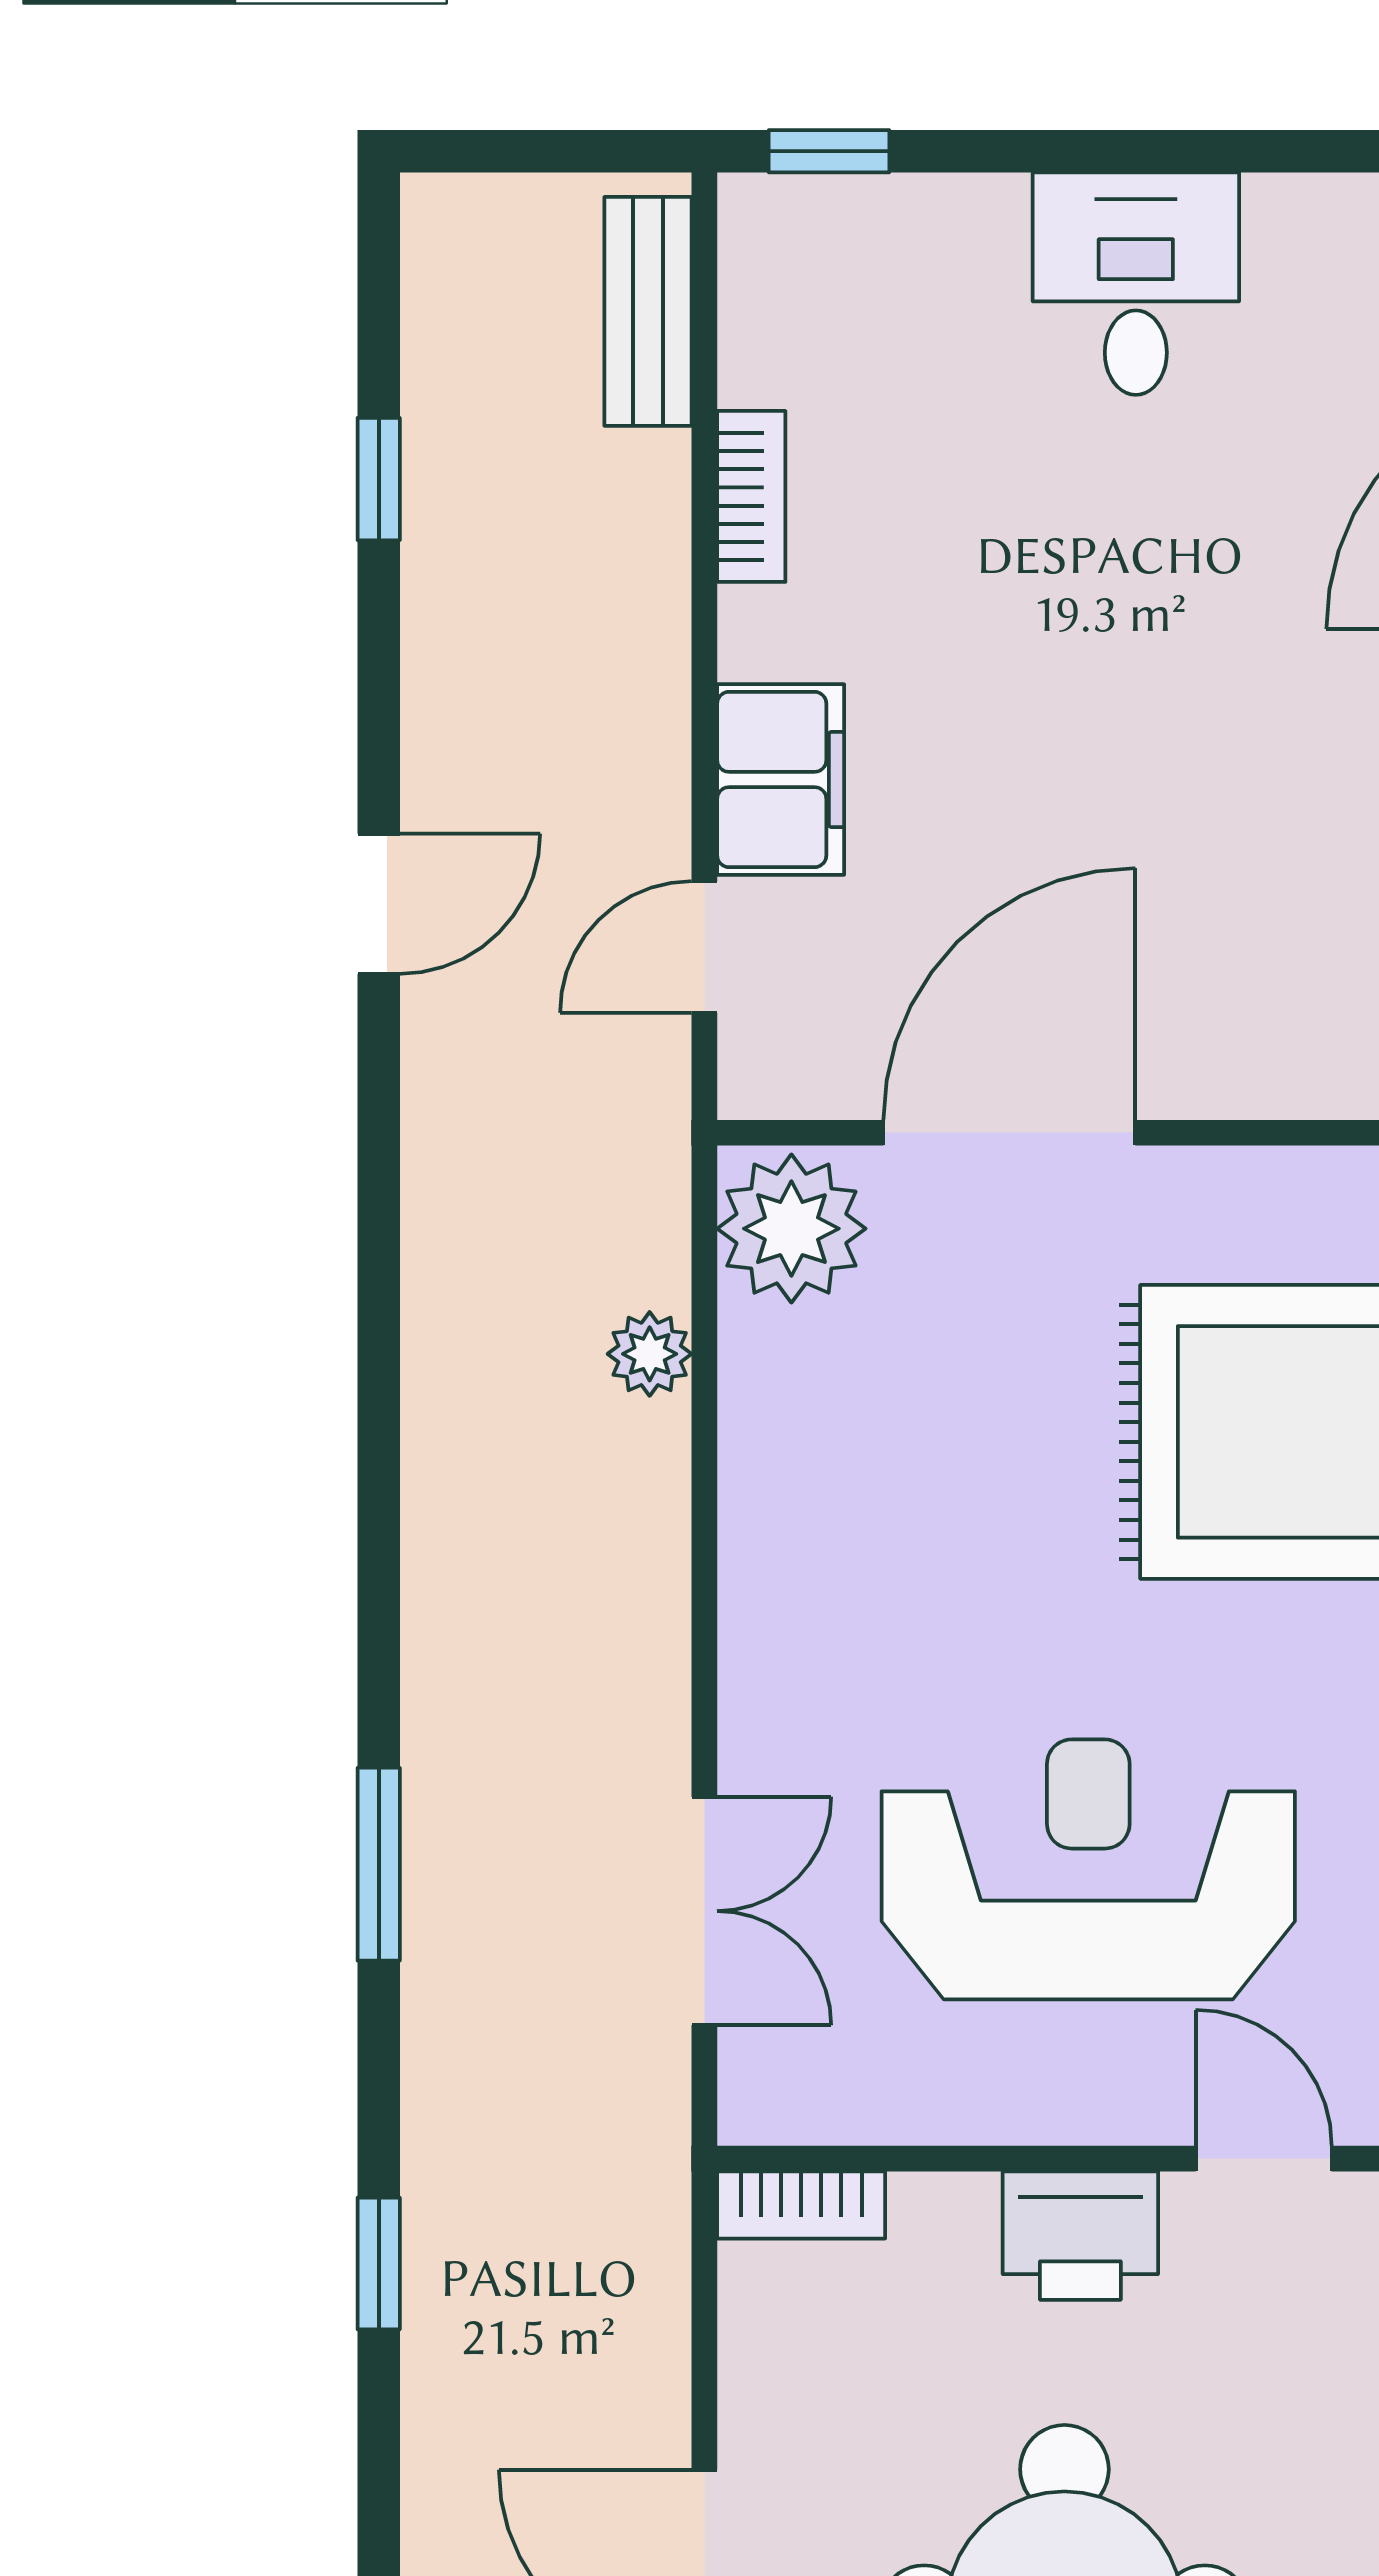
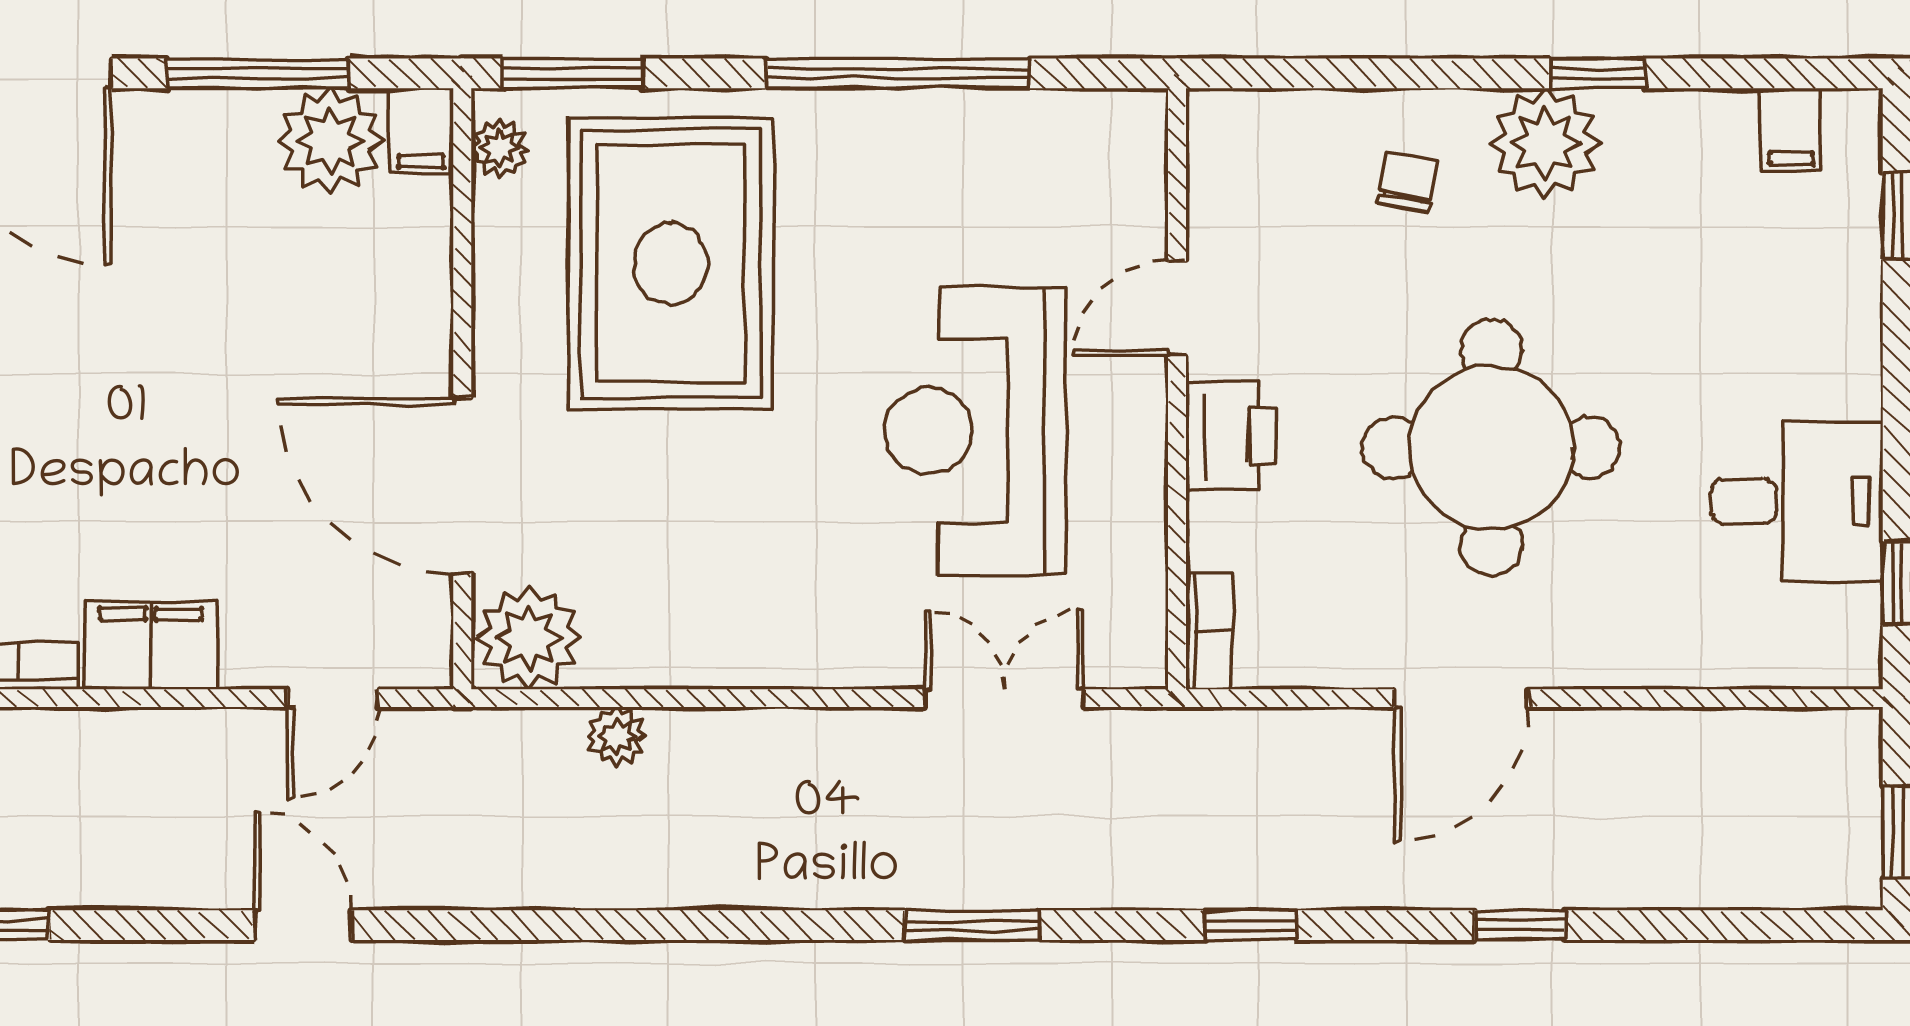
filing cabinet: (781, 780) -> (151, 645), moved
door: (704, 947) -> (333, 698), hinge flipped

